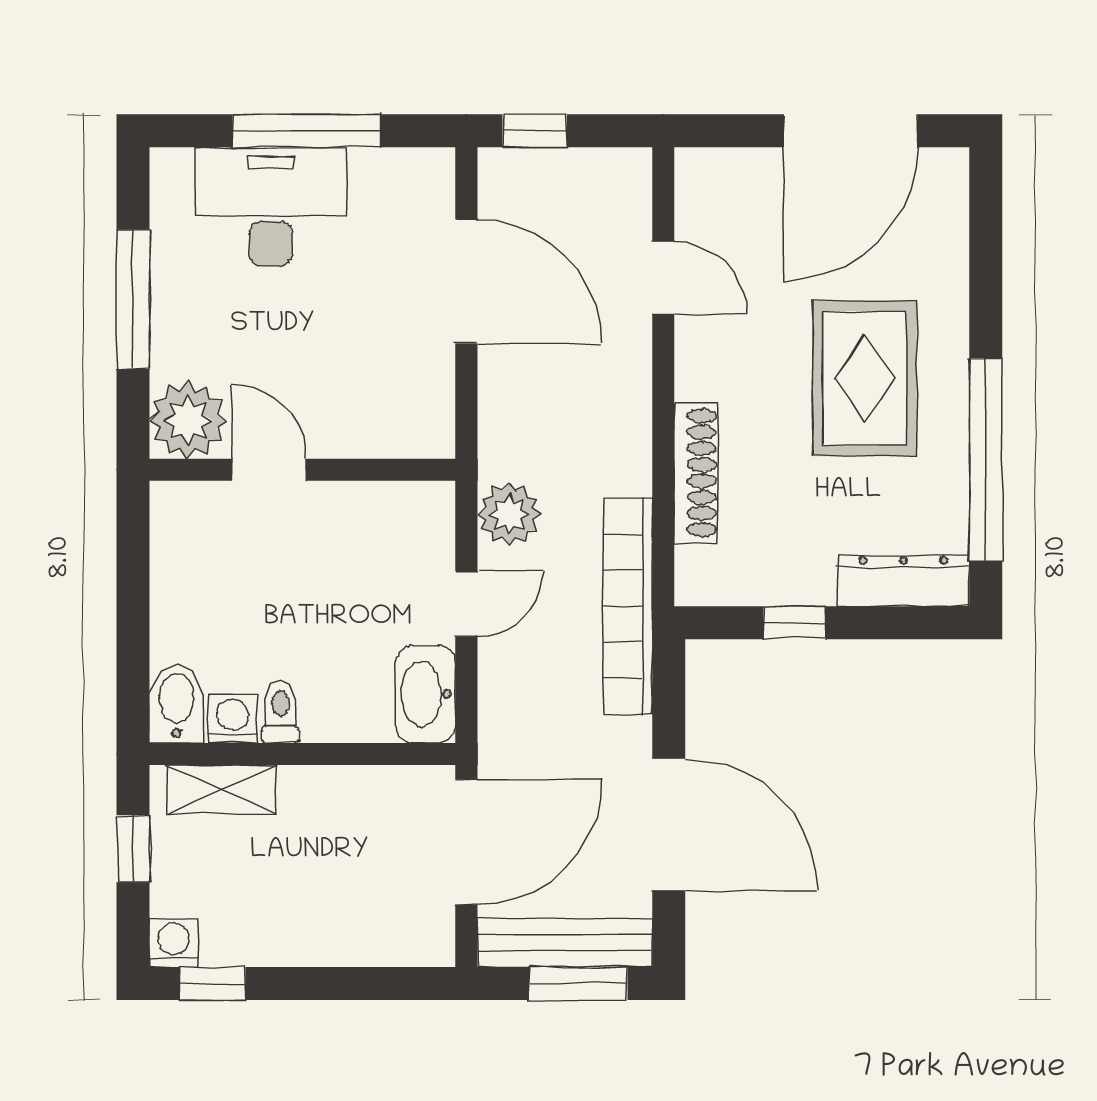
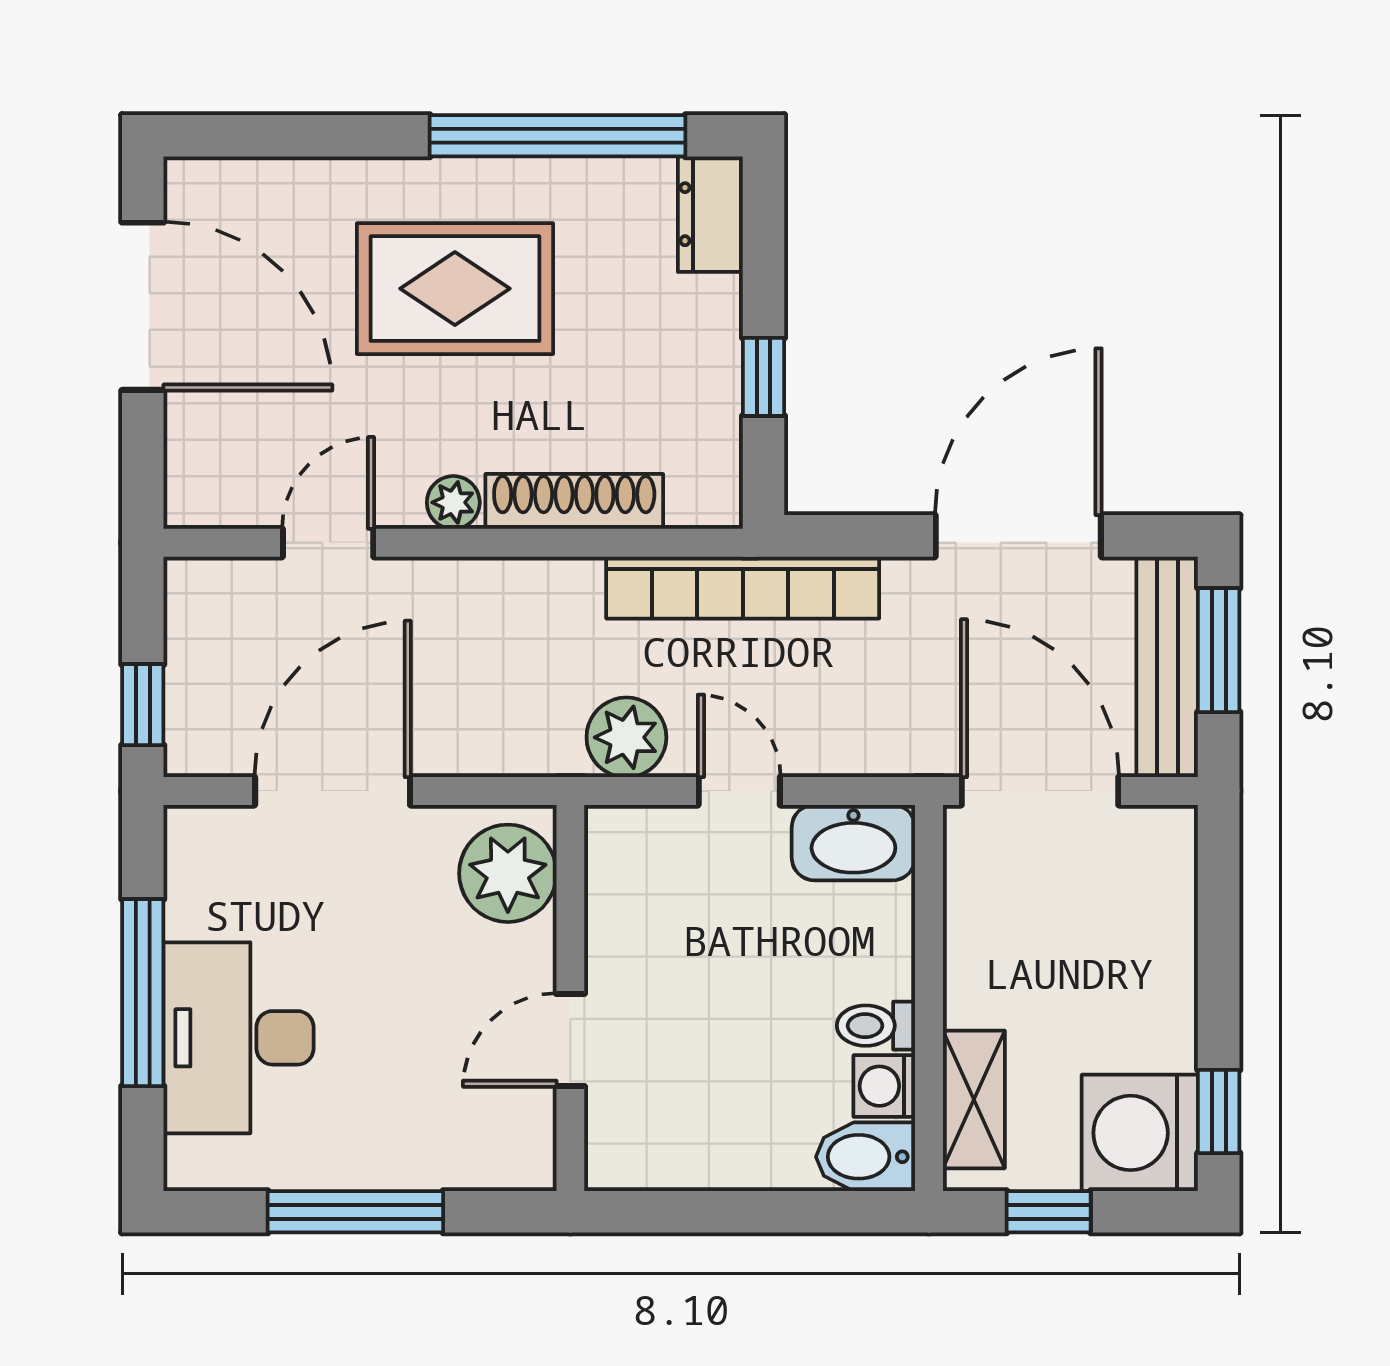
plant: (695, 377) -> (453, 502), added
plant: (188, 420) -> (508, 873), moved
dresser: (904, 581) -> (710, 214), width x0.70
washing machine: (174, 943) -> (1140, 1133), width x1.89, depth x1.89

